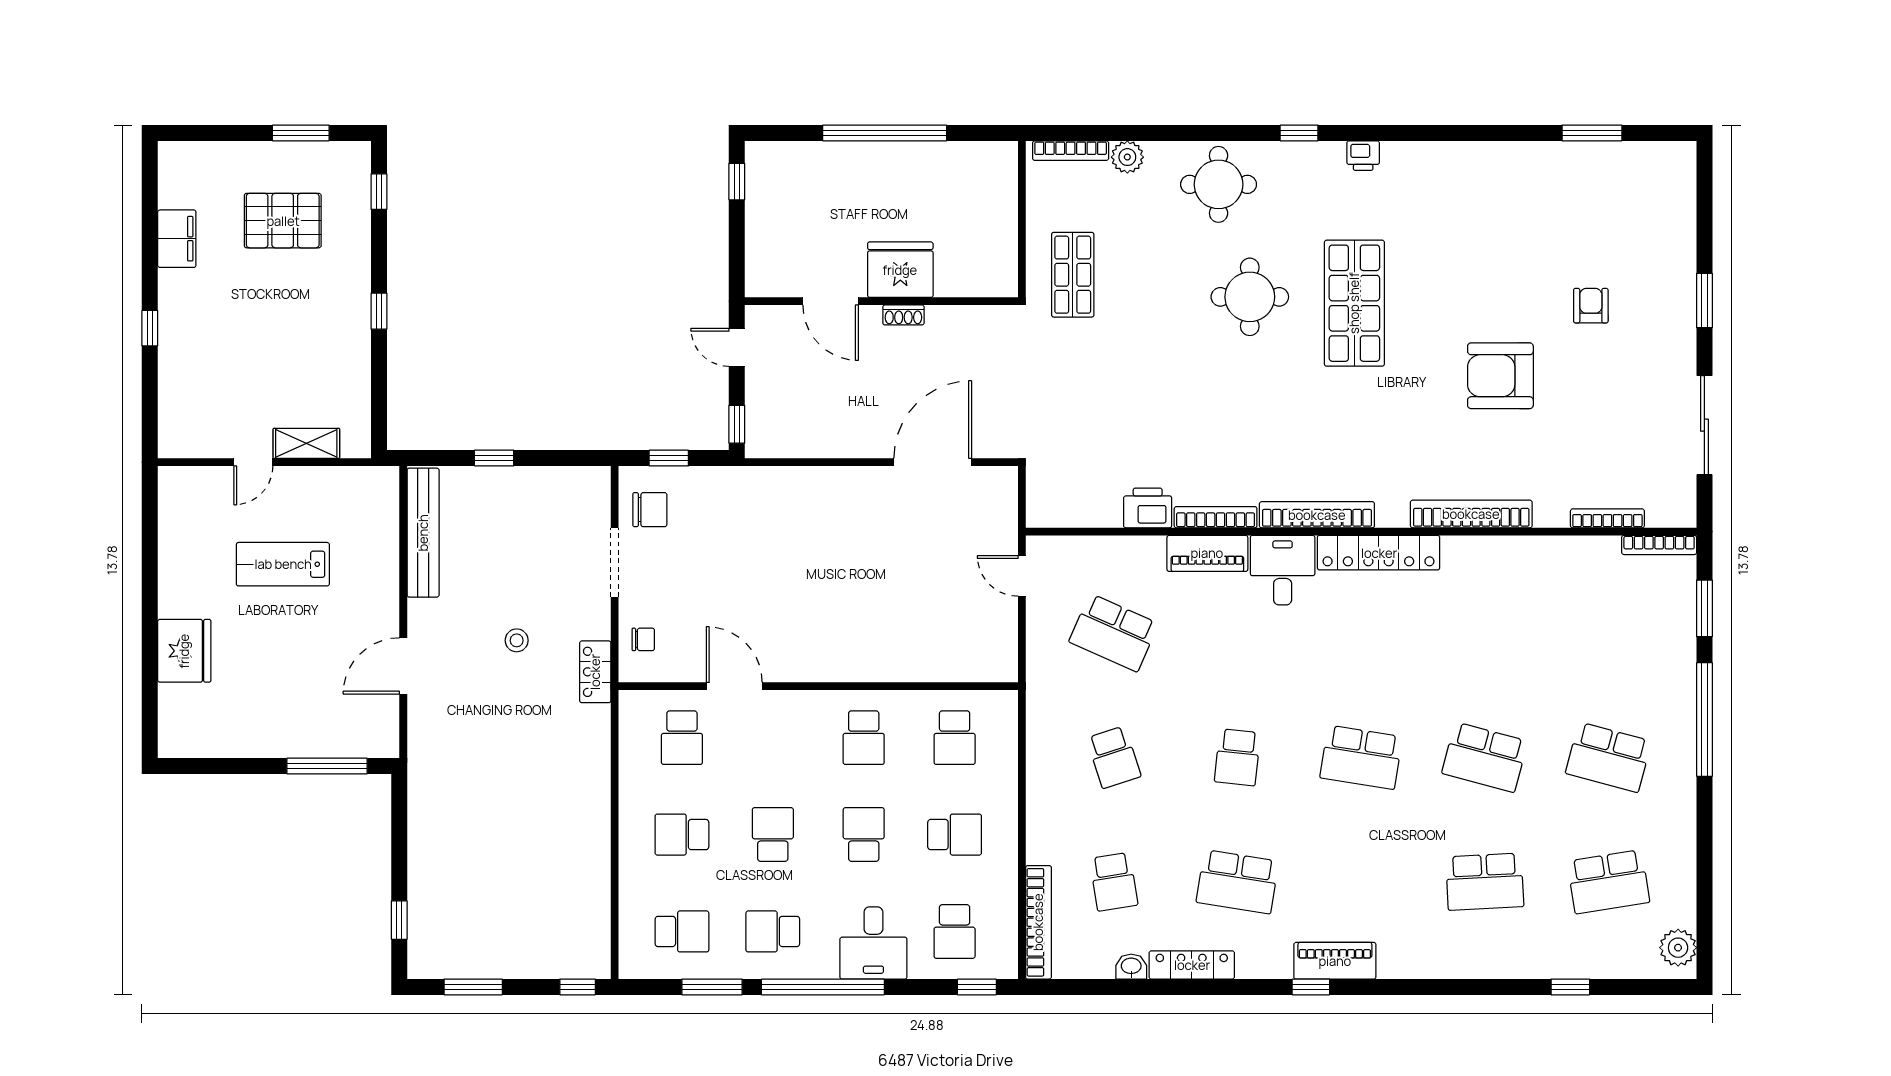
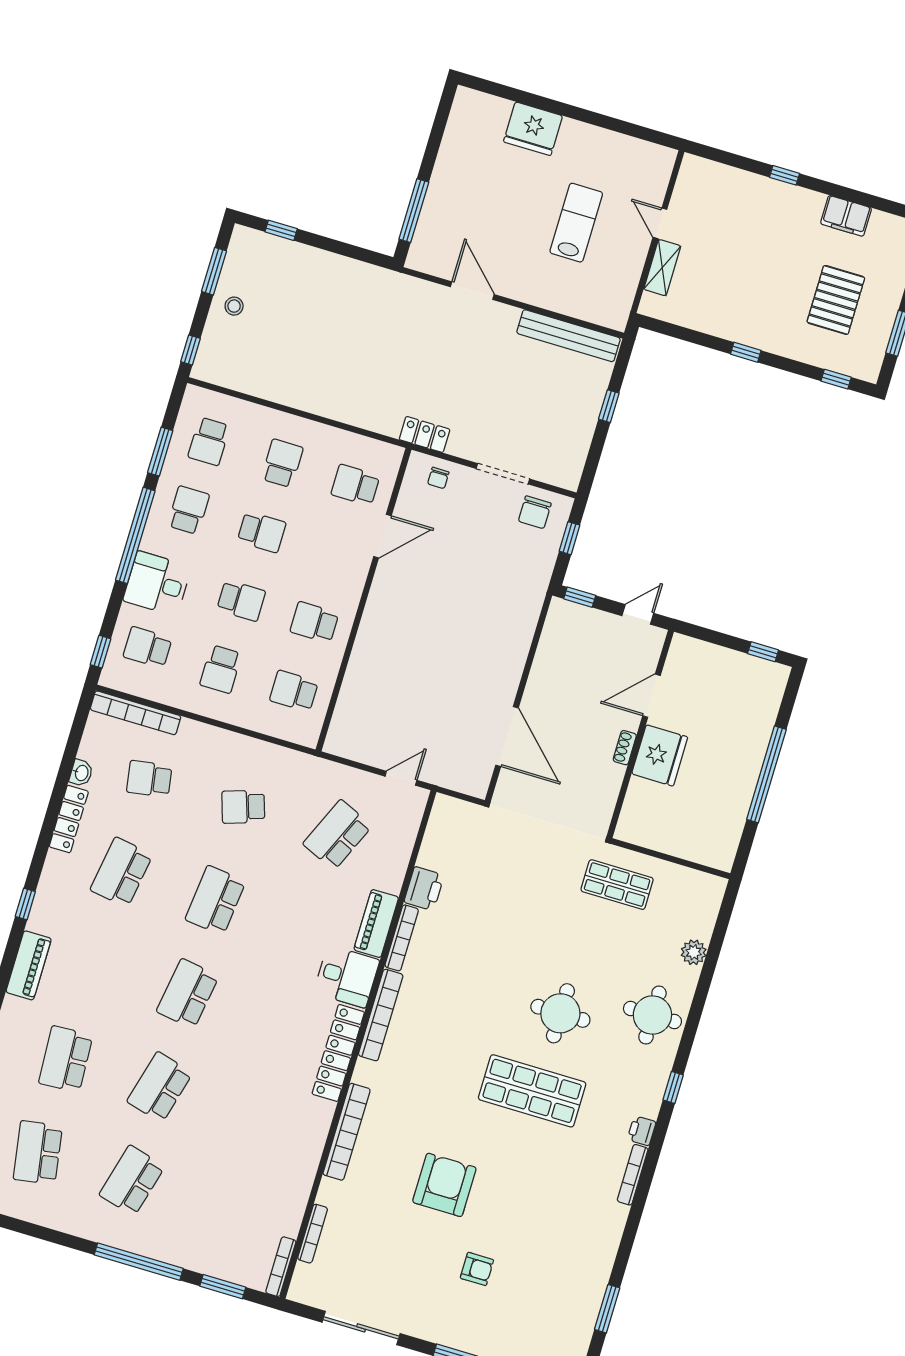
bookcase: (1071, 151) -> (633, 1175), moved
stool: (517, 640) -> (234, 306), moved
school desk: (1237, 757) -> (215, 900), width x1.85
piano: (1335, 961) -> (29, 965), moved

